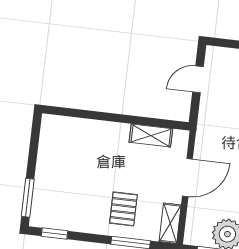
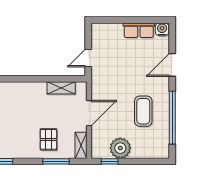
door: (198, 79) -> (88, 58), moved

